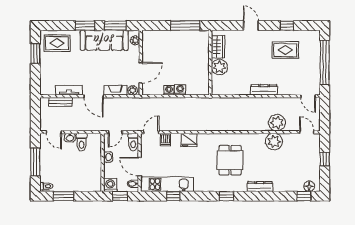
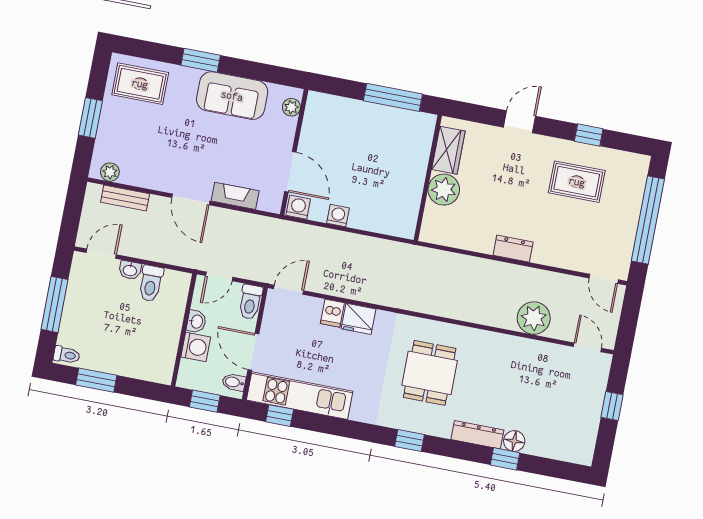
window: (115, 26) -> (259, 72), removed
door: (251, 26) -> (519, 122), hinge flipped
sofa: (104, 40) -> (232, 96), width x0.73
window: (35, 54) -> (90, 118), moved
door: (141, 73) -> (290, 172), hinge flipped
tv unit: (69, 90) -> (146, 179), removed
plant: (133, 90) -> (110, 172), moved
washing machine: (180, 90) -> (298, 207), moved
dresser: (264, 90) -> (513, 249), width x0.70
door: (54, 132) -> (101, 254), swing flipped
dishwasher: (165, 140) -> (332, 313), moved
plant: (274, 142) -> (521, 353), removed
washing machine: (110, 185) -> (196, 347), moved, turned 90
floor lamp: (309, 186) -> (514, 441), moved
window: (173, 196) -> (280, 416), moved
window: (304, 196) -> (505, 459), moved

